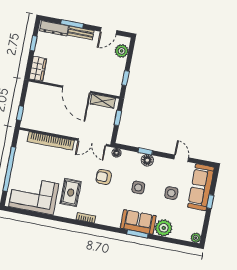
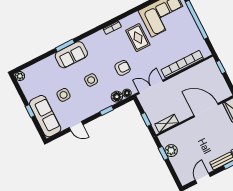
plant: (122, 51) -> (171, 151), moved
door: (77, 89) -> (206, 110), moved
floor lamp: (147, 160) -> (117, 97), moved
plant: (164, 228) -> (49, 65), removed

